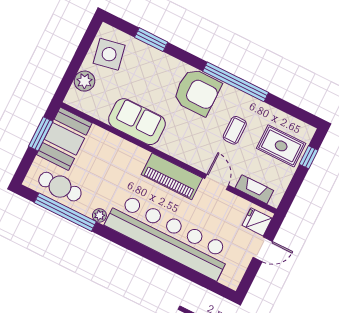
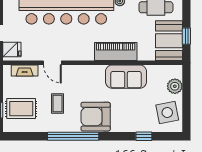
window: (151, 40) -> (144, 136), width x0.67
window: (41, 134) -> (186, 36), width x0.67
piano: (172, 176) -> (116, 52), moved

